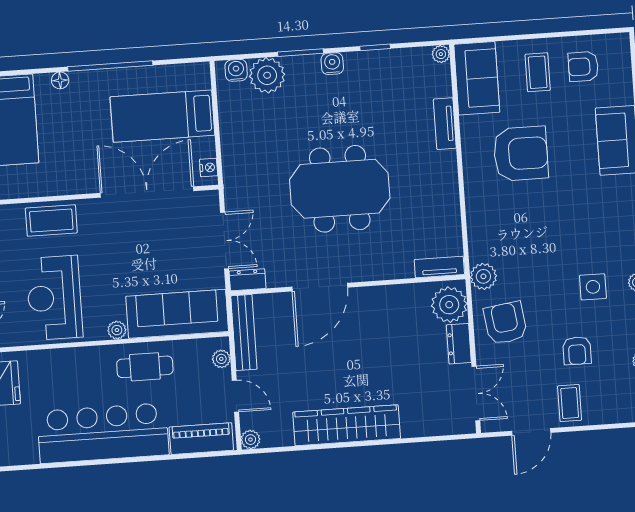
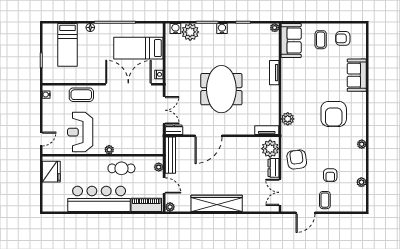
tv unit: (445, 124) -> (274, 73), moved
armchair: (521, 154) -> (334, 114), moved, turned 90
meeting table: (340, 189) -> (221, 89), turned 90
plant: (483, 276) -> (288, 119), moved
side table: (593, 287) -> (340, 145), removed
sofa: (177, 314) -> (139, 144), removed
double door: (476, 394) -> (280, 192), swing flipped

